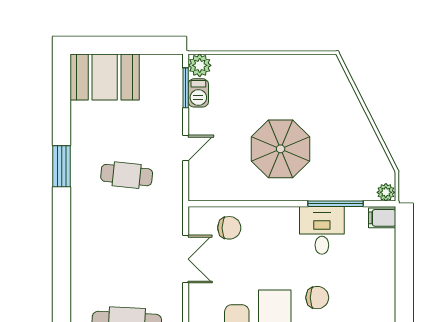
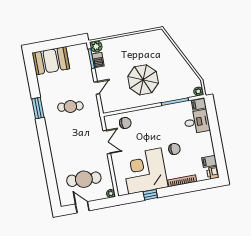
desk: (322, 230) -> (197, 122), moved, turned 90

